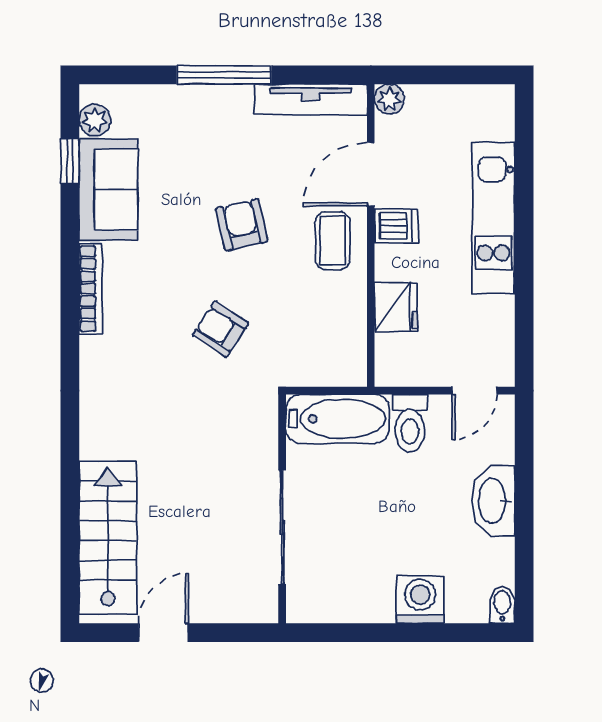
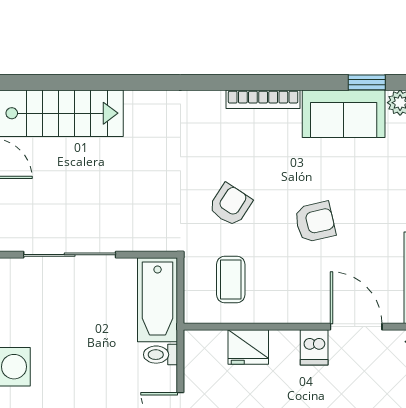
coffee table: (333, 241) -> (231, 279), moved, turned 90
toilet: (410, 423) -> (160, 355), width x0.73, depth x0.72

